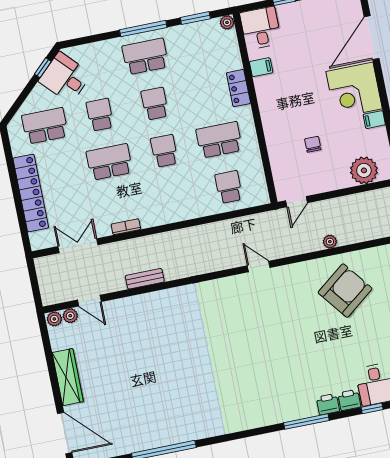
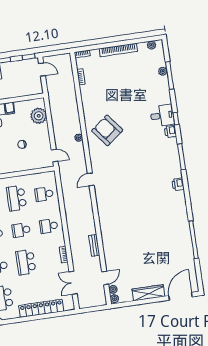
school desk: (174, 198) -> (49, 226), added
printer: (328, 404) -> (178, 184), moved

